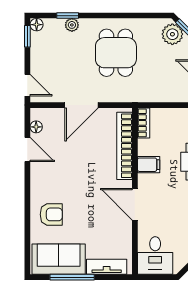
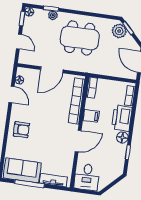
dining table: (116, 53) -> (80, 38), width x1.38
door: (27, 85) -> (19, 42), moved
door: (135, 204) -> (78, 141), swing flipped
armchair: (51, 214) -> (21, 130), moved

